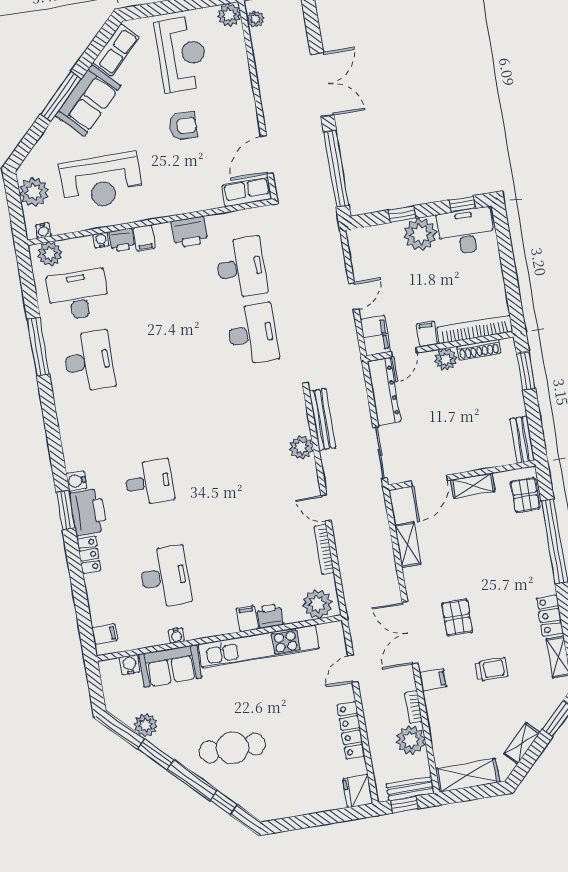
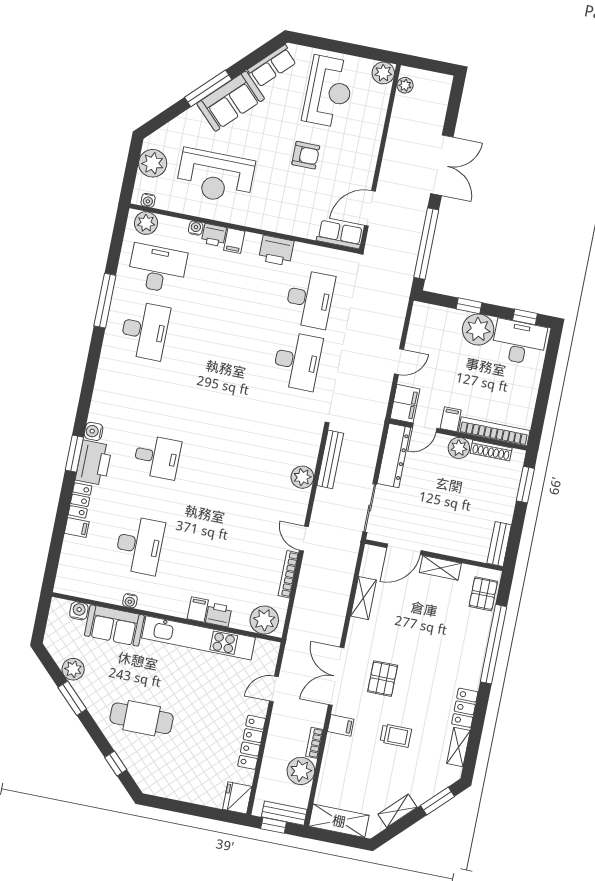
filing cabinet: (105, 634) -> (77, 528), moved

